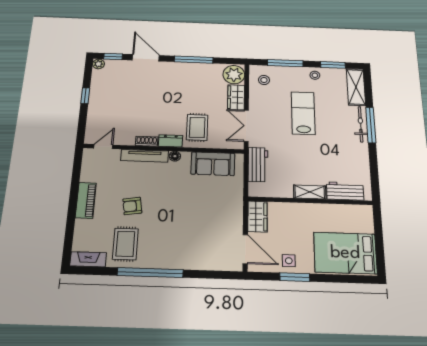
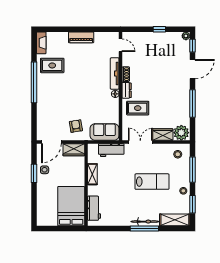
sofa: (213, 164) -> (105, 132), moved, turned 90
shelving: (310, 192) -> (92, 174), moved
armchair: (132, 206) -> (76, 126), moved
bed: (345, 253) -> (71, 206), moved

